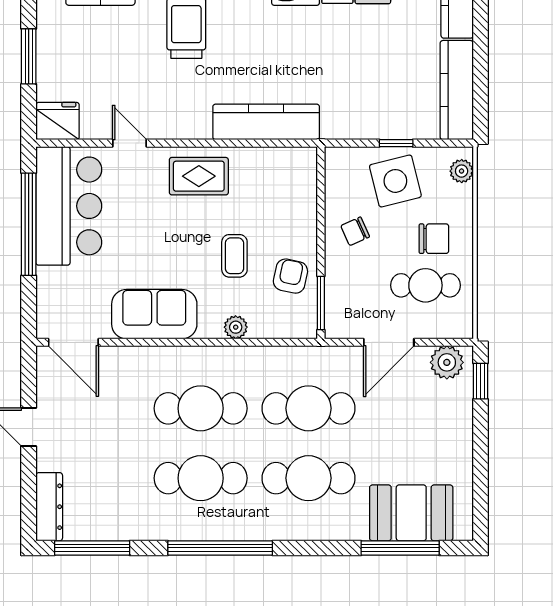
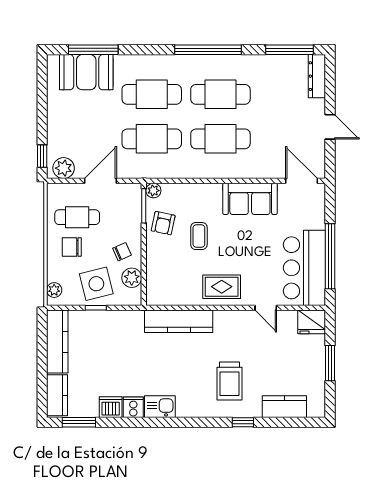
plant: (340, 190) -> (132, 278), added
plant: (236, 327) -> (153, 191), moved

